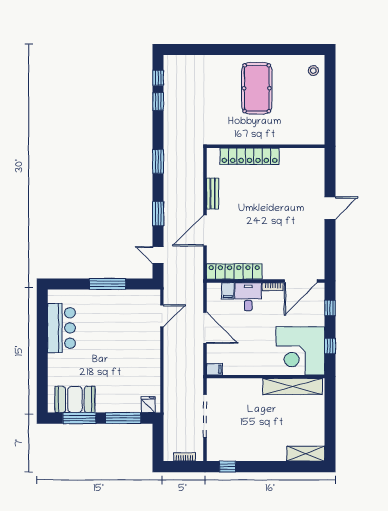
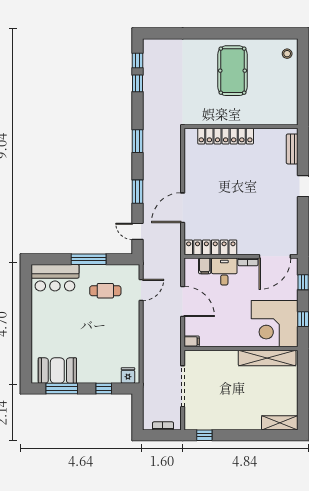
bench: (213, 194) -> (292, 149), moved
cafe table: (125, 317) -> (105, 291), added
bar counter: (61, 328) -> (55, 278), moved, turned 90
window: (123, 418) -> (104, 389), width x0.46

